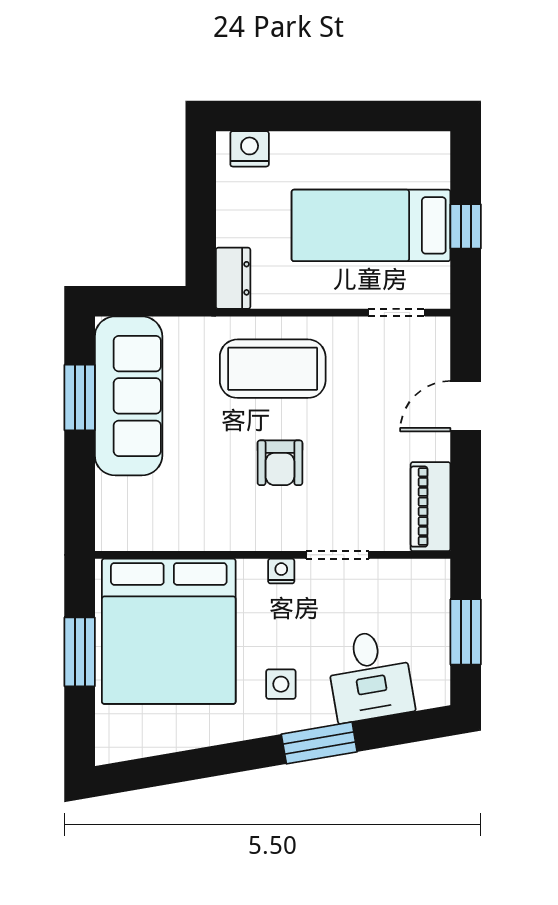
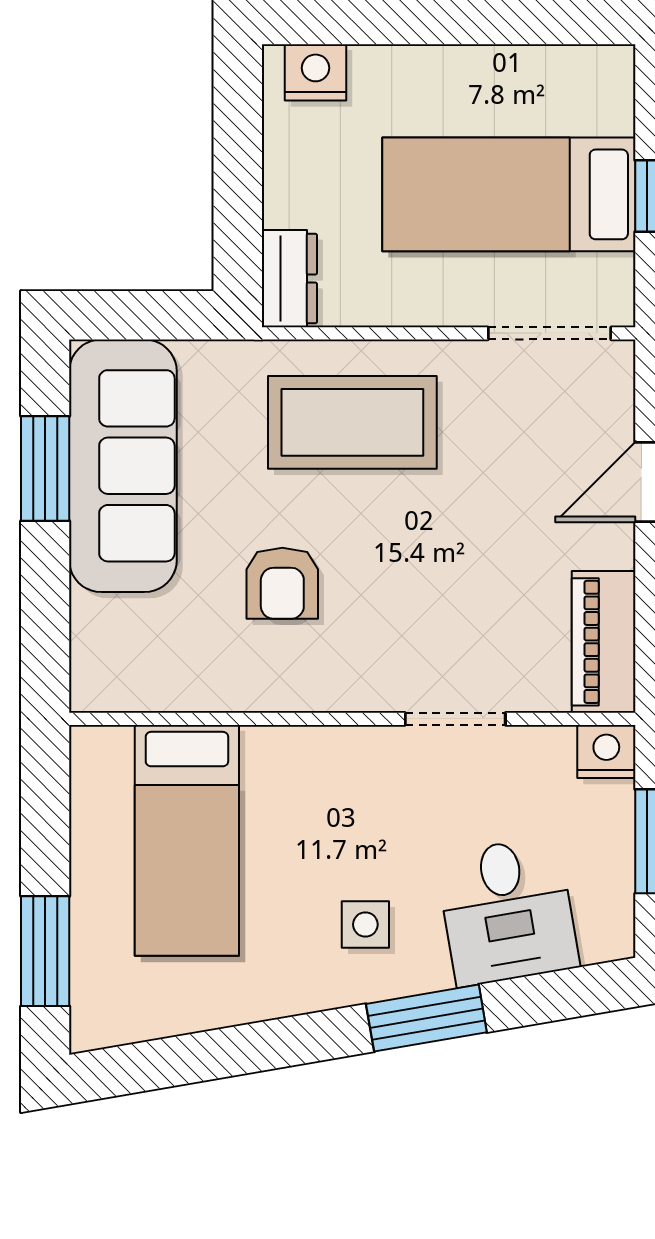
doorway: (397, 313) -> (549, 333), width x1.38
armchair: (280, 463) -> (282, 583), moved
nightstand: (281, 571) -> (606, 752), moved, width x1.39, depth x1.35
bed: (169, 631) -> (187, 840), width x0.49
window: (80, 652) -> (45, 951), moved

